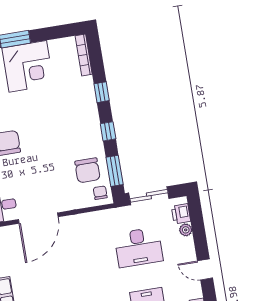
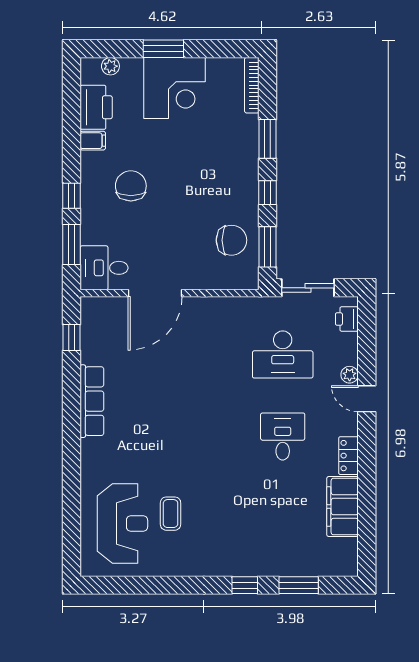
window: (102, 92) -> (268, 139), width x1.50
chair: (88, 170) -> (231, 240), turned -90
chair: (100, 193) -> (243, 273), removed
plant: (186, 230) -> (350, 375), moved

